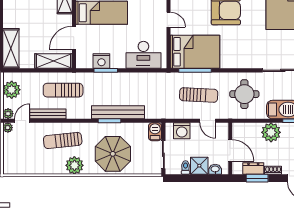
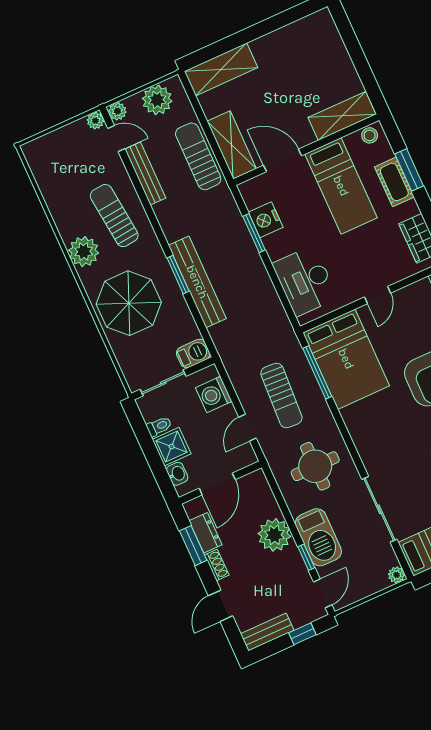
sun lounger: (63, 90) -> (198, 156), moved

